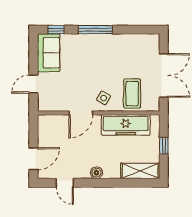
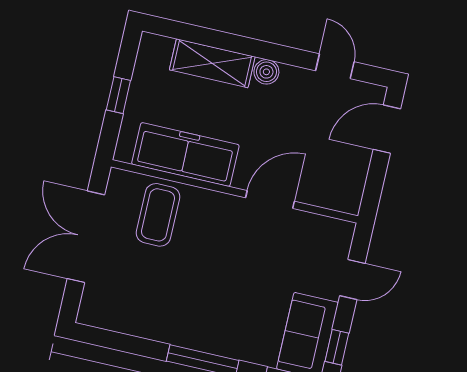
window: (33, 50) -> (337, 347), added
side table: (104, 98) -> (218, 219), removed
shelving: (140, 171) -> (212, 63), moved

